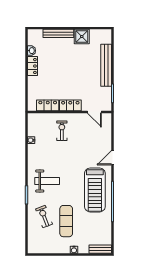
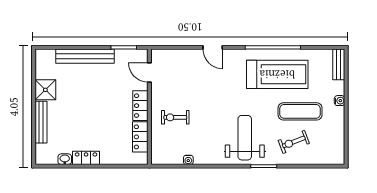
door: (94, 112) -> (149, 73), swing flipped
weight bench: (47, 181) -> (245, 138), width x1.36, depth x1.33
treadmill: (95, 190) -> (277, 74), moved

